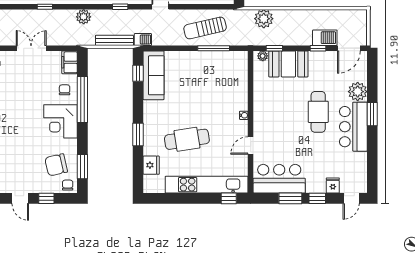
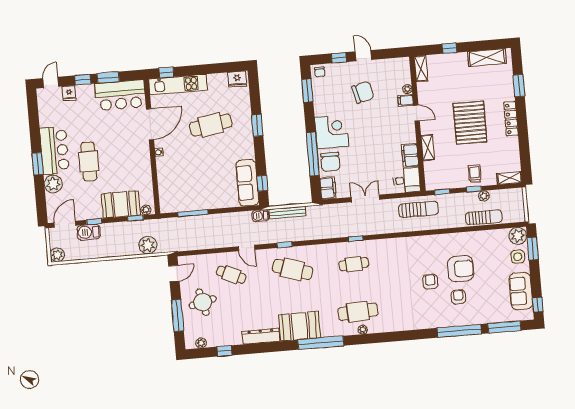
plant: (84, 17) -> (57, 255), moved
sun lounger: (205, 28) -> (203, 232), removed
double door: (31, 48) -> (365, 198), swing flipped
chair: (65, 90) -> (330, 162), width x1.87, depth x1.87
door: (251, 146) -> (150, 124), width x1.87
chair: (56, 165) -> (363, 92), moved
fridge: (151, 165) -> (237, 79), moved, turned -90
kitchen unit: (207, 185) -> (178, 85), width x0.73

